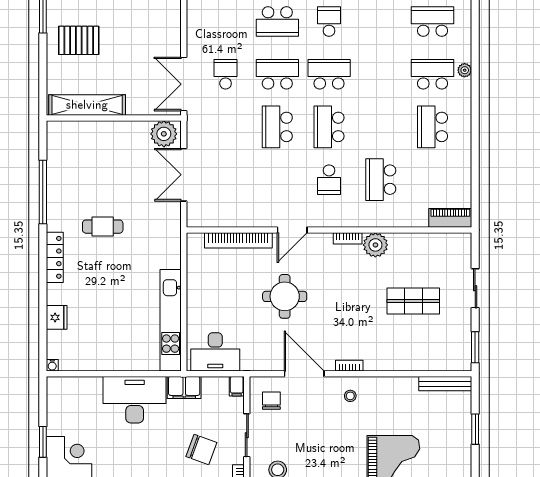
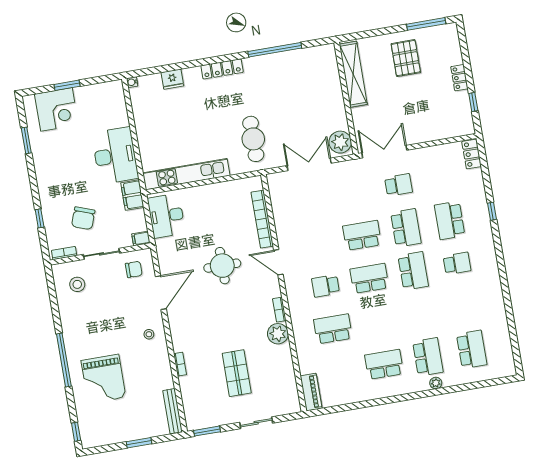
cafe table: (103, 227) -> (253, 139), moved, width x1.37, depth x1.35
bookcase: (349, 366) -> (180, 364), moved

